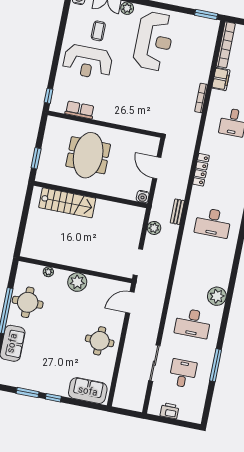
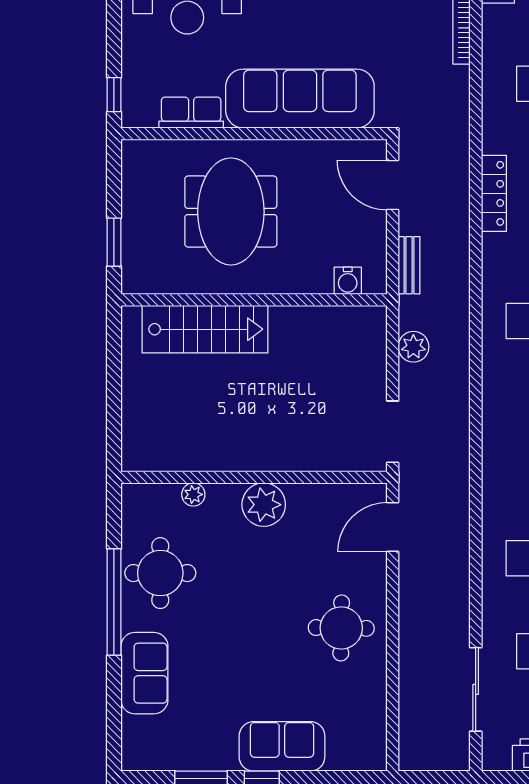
sofa: (127, 113) -> (300, 99), added
door: (157, 168) -> (393, 185), moved
water cooler: (143, 197) -> (348, 281), moved
bench: (177, 212) -> (409, 265), moved
sliding door: (154, 363) -> (476, 689), moved
sofa: (88, 391) -> (282, 746), moved

